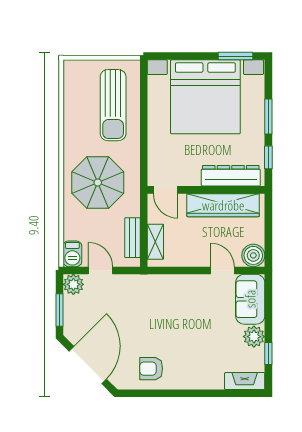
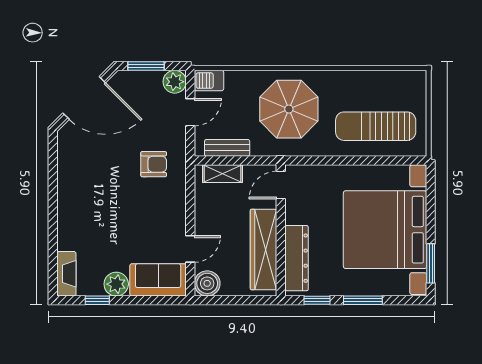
armchair: (151, 369) -> (154, 164), moved, turned 90

